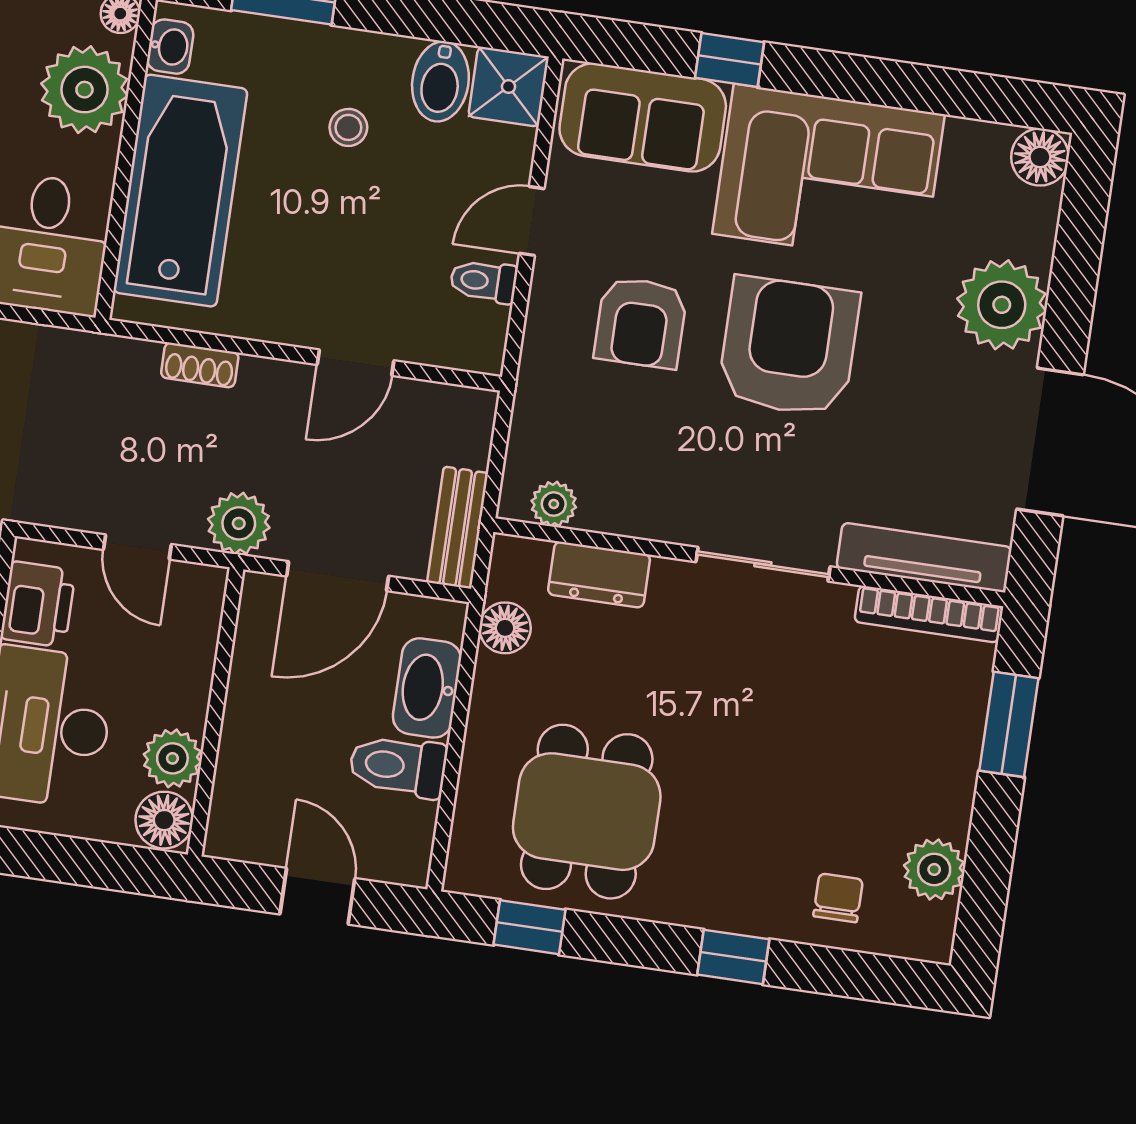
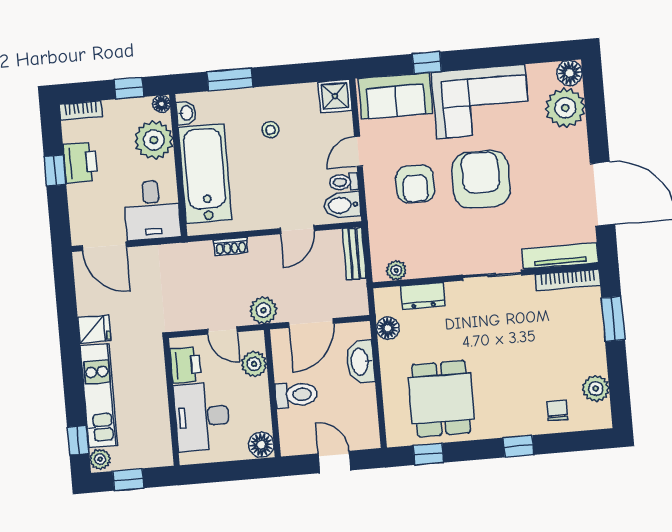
bidet: (440, 81) -> (342, 205), moved, turned 90
plant: (1002, 305) -> (565, 108), moved
bench: (458, 528) -> (354, 254), moved
plant: (172, 758) -> (254, 364), moved
toilet: (398, 766) -> (296, 395), moved, turned 180

